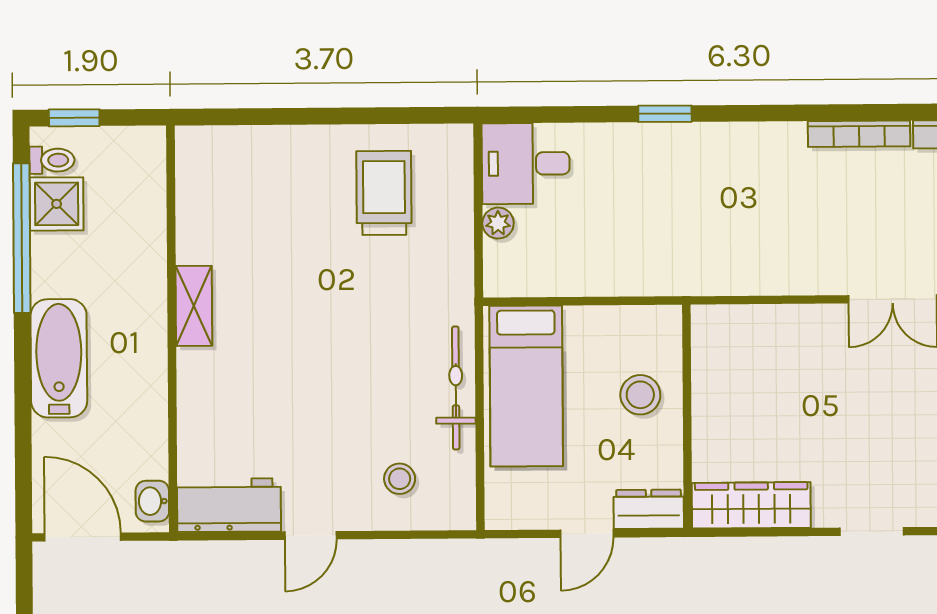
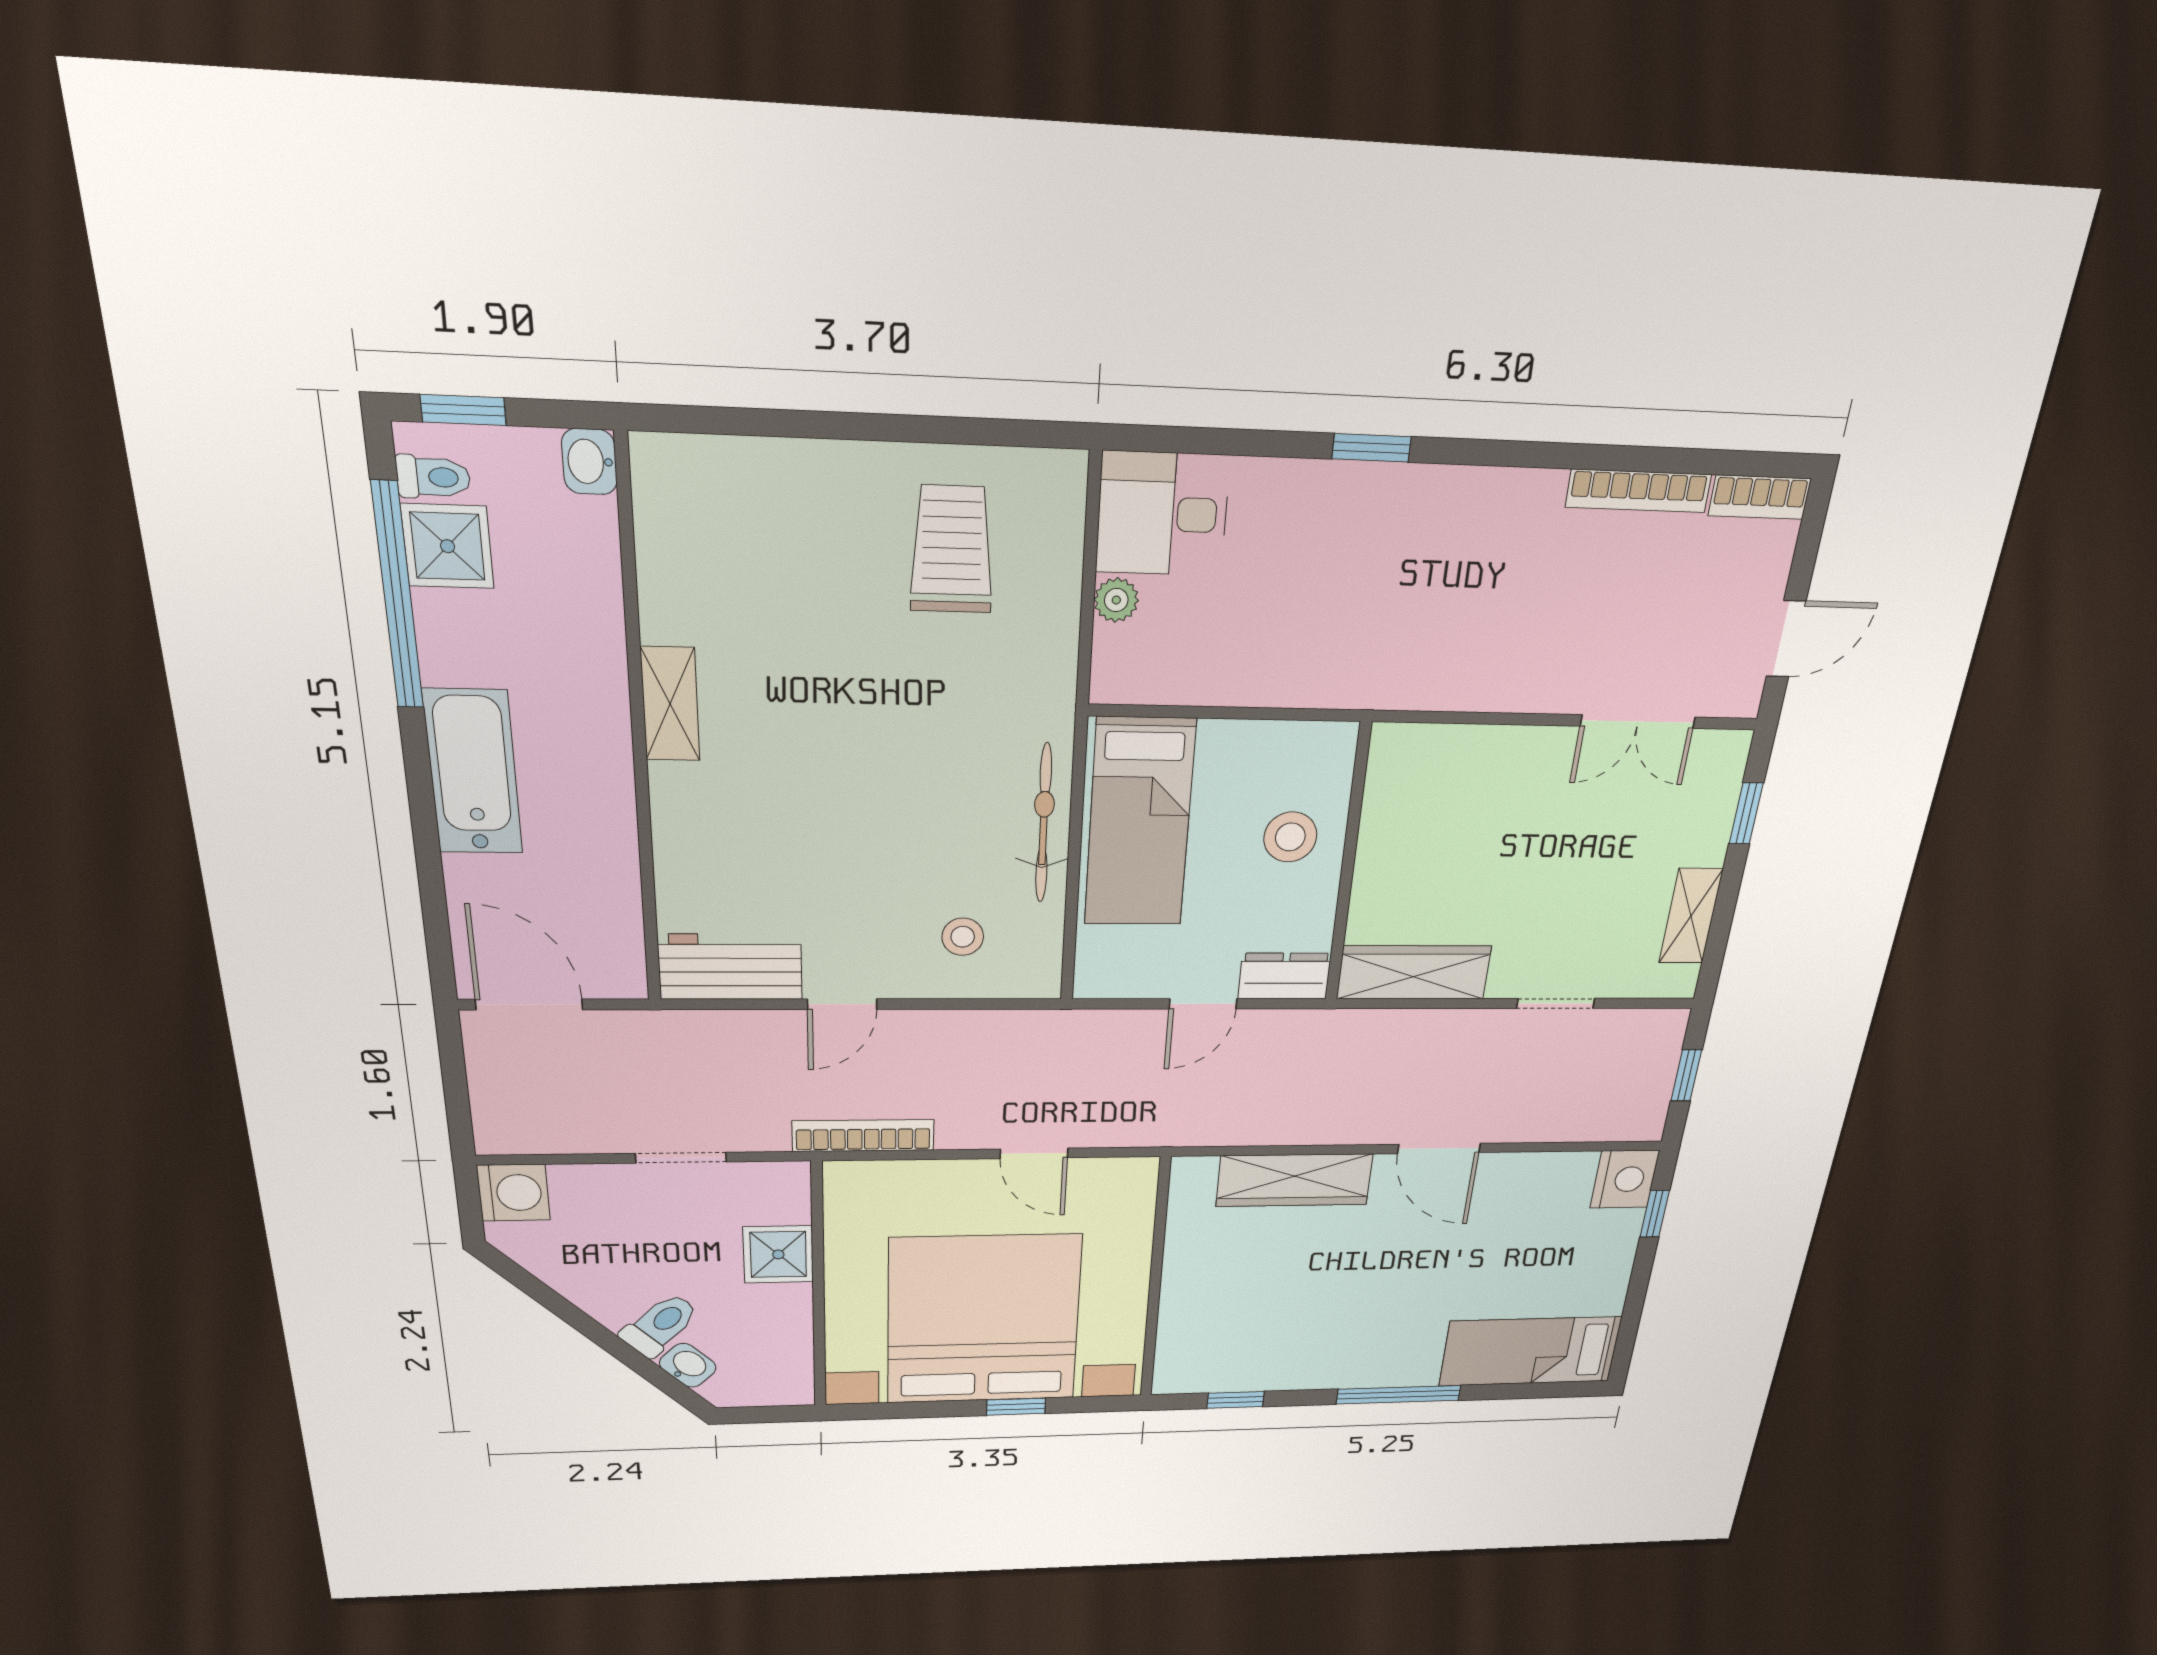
washbasin: (152, 501) -> (589, 462), moved

